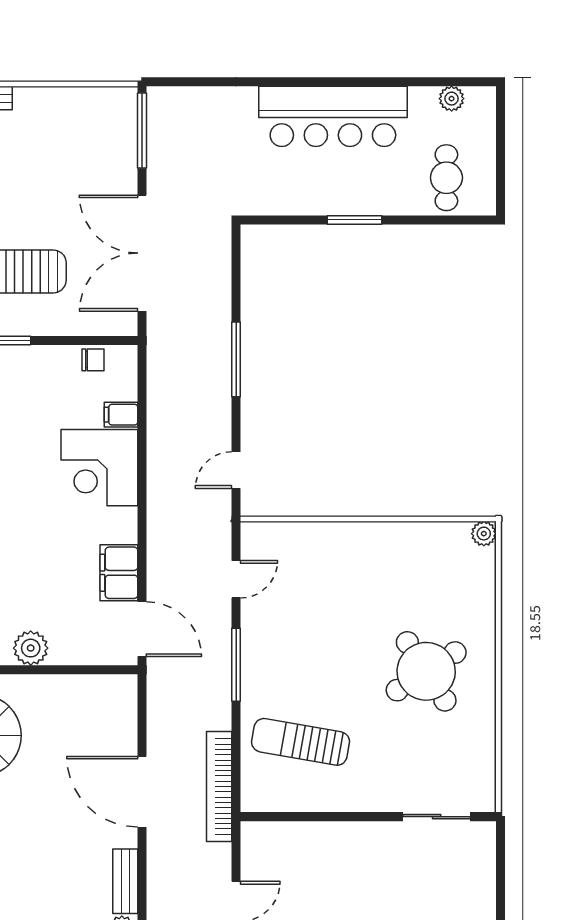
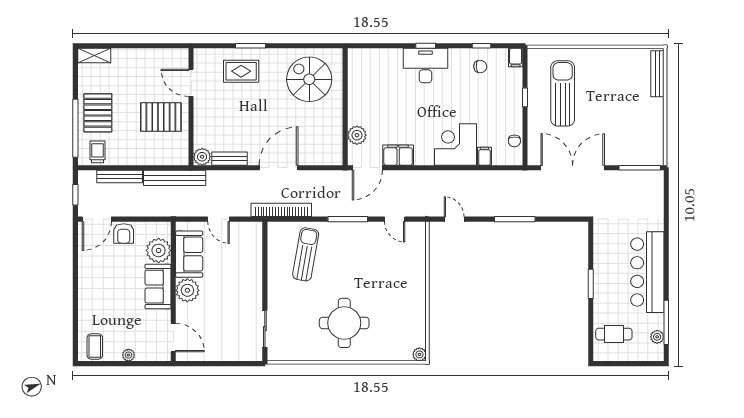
window: (425, 82) -> (666, 322), added
plant: (31, 648) -> (357, 135), moved
round table: (426, 671) -> (344, 323), turned 33

